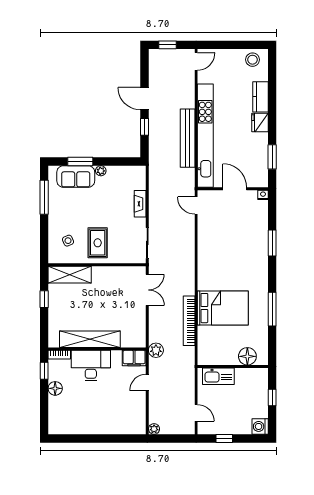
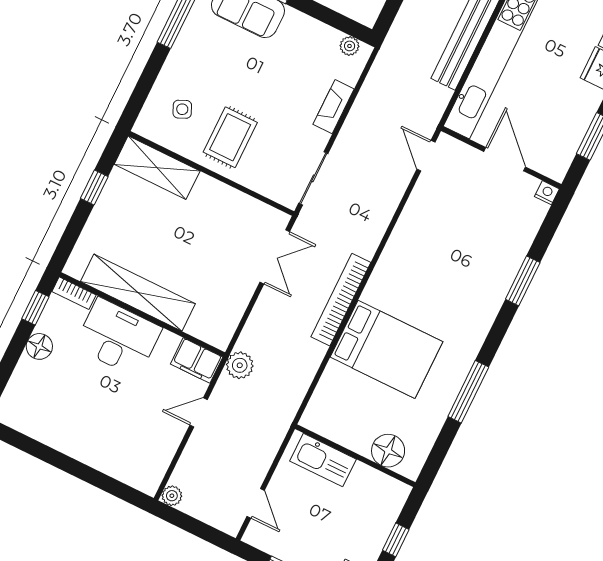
plant: (101, 171) -> (350, 46), moved
bookcase: (189, 321) -> (341, 300), moved

